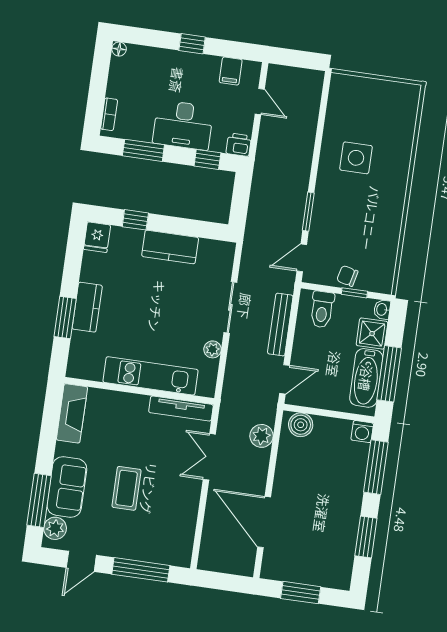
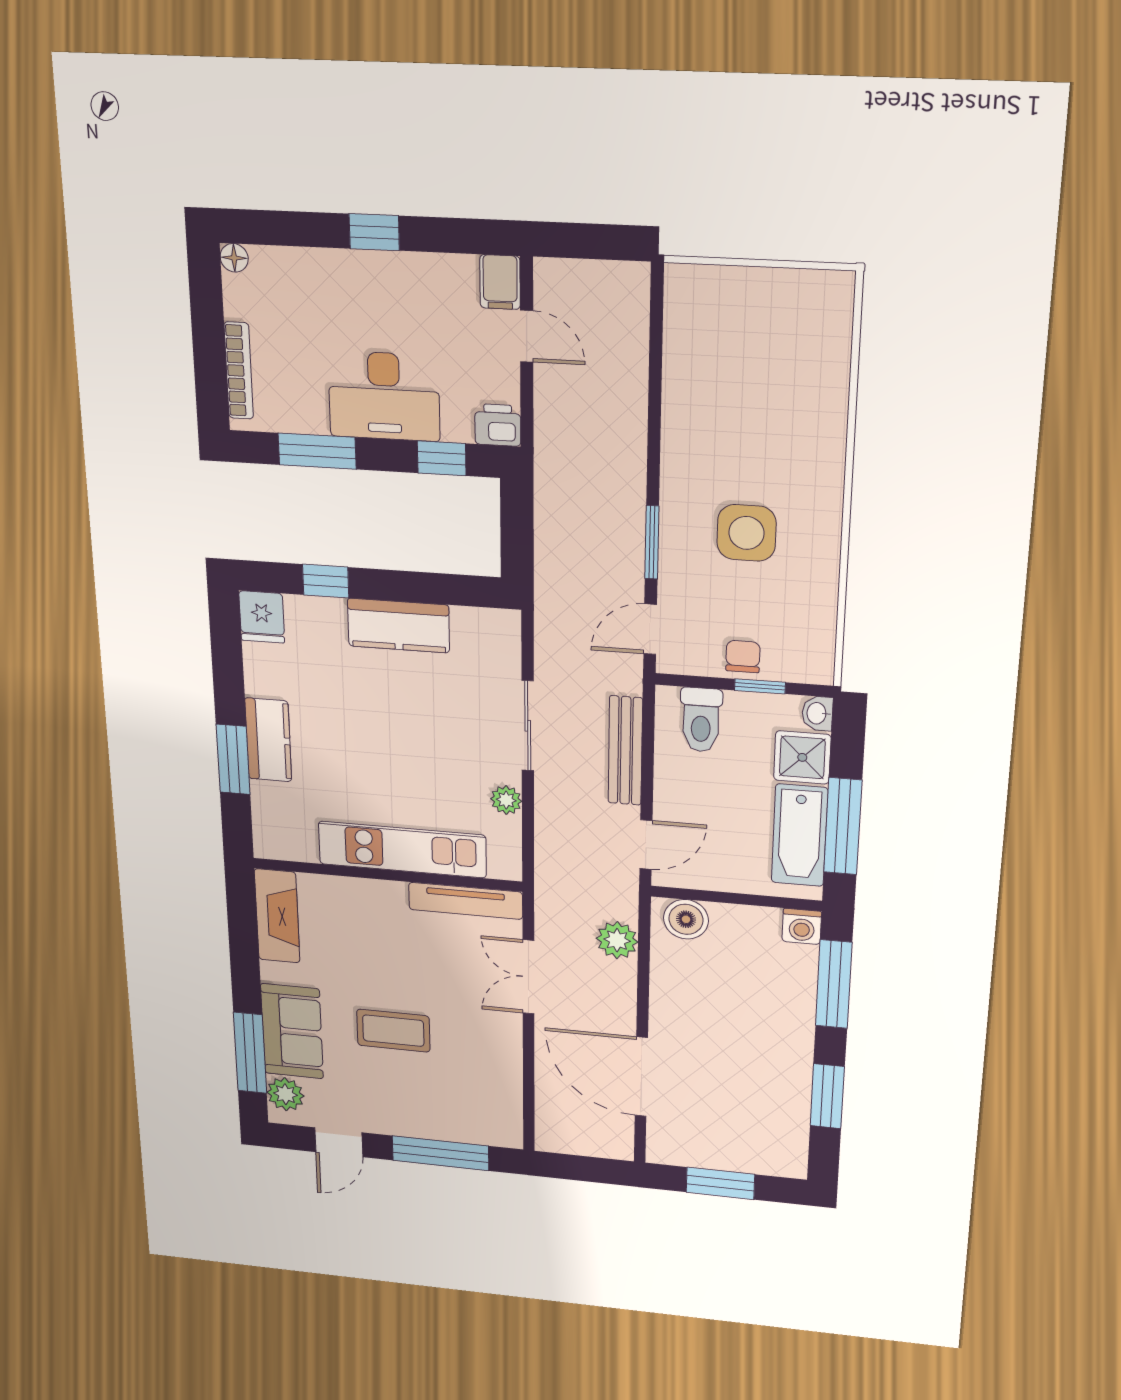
filing cabinet: (231, 71) -> (500, 282), moved
bookcase: (109, 114) -> (239, 371), width x1.56
side table: (356, 158) -> (746, 533), moved
chair: (347, 276) -> (743, 657), turned 77
coffee table: (126, 488) -> (393, 1031), turned 90

